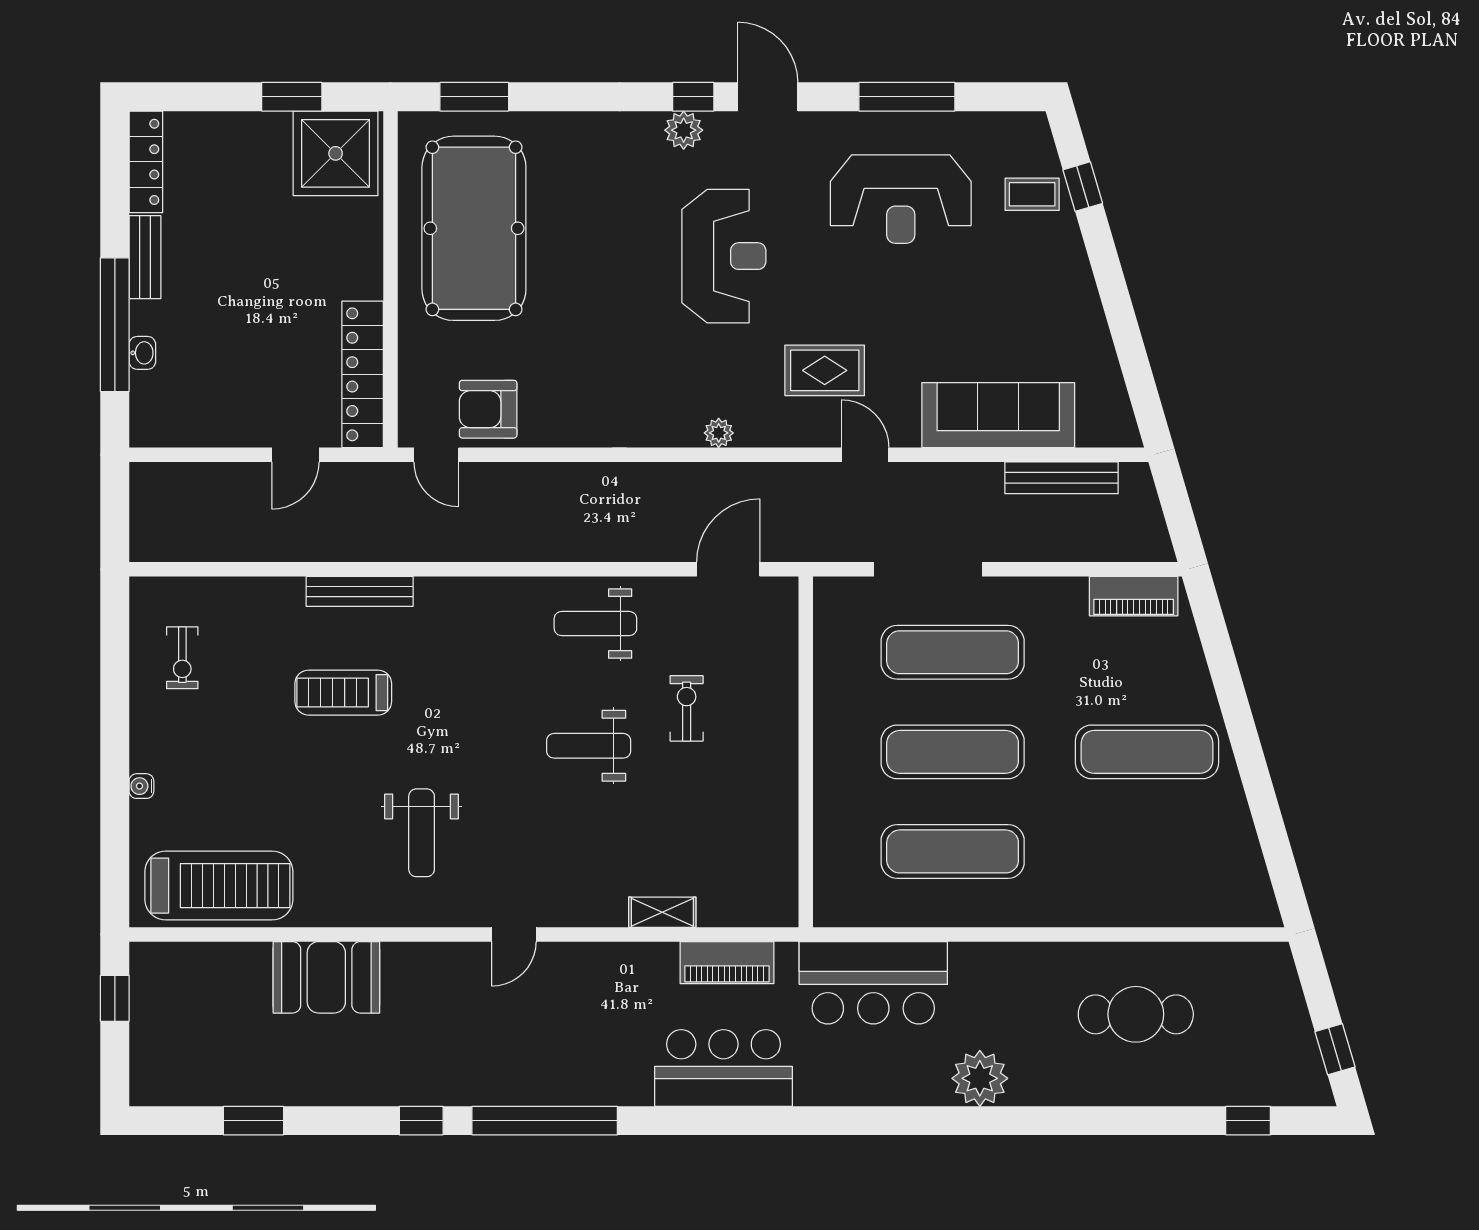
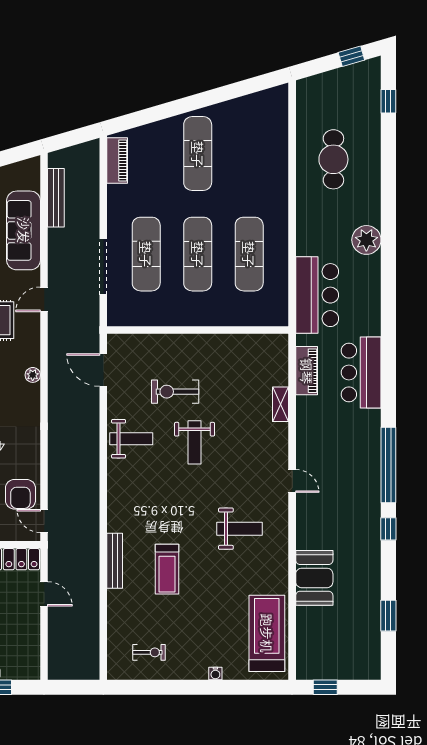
door: (436, 455) -> (44, 521), swing flipped
weight bench: (595, 624) -> (131, 439), turned -90
exercise bike: (687, 708) -> (175, 392), width x1.38, depth x1.39

